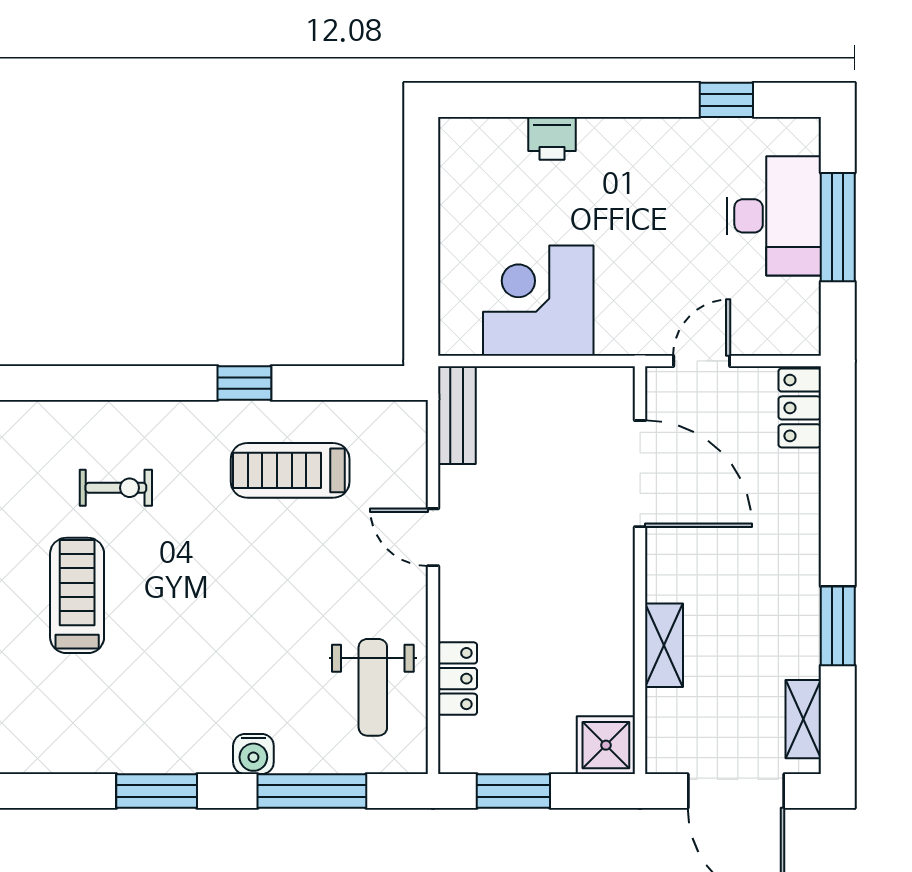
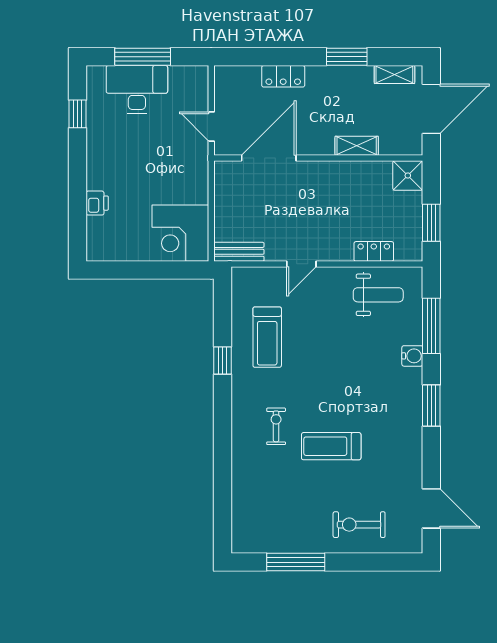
corner desk: (538, 301) -> (180, 233), moved
locker: (800, 408) -> (283, 76), moved

